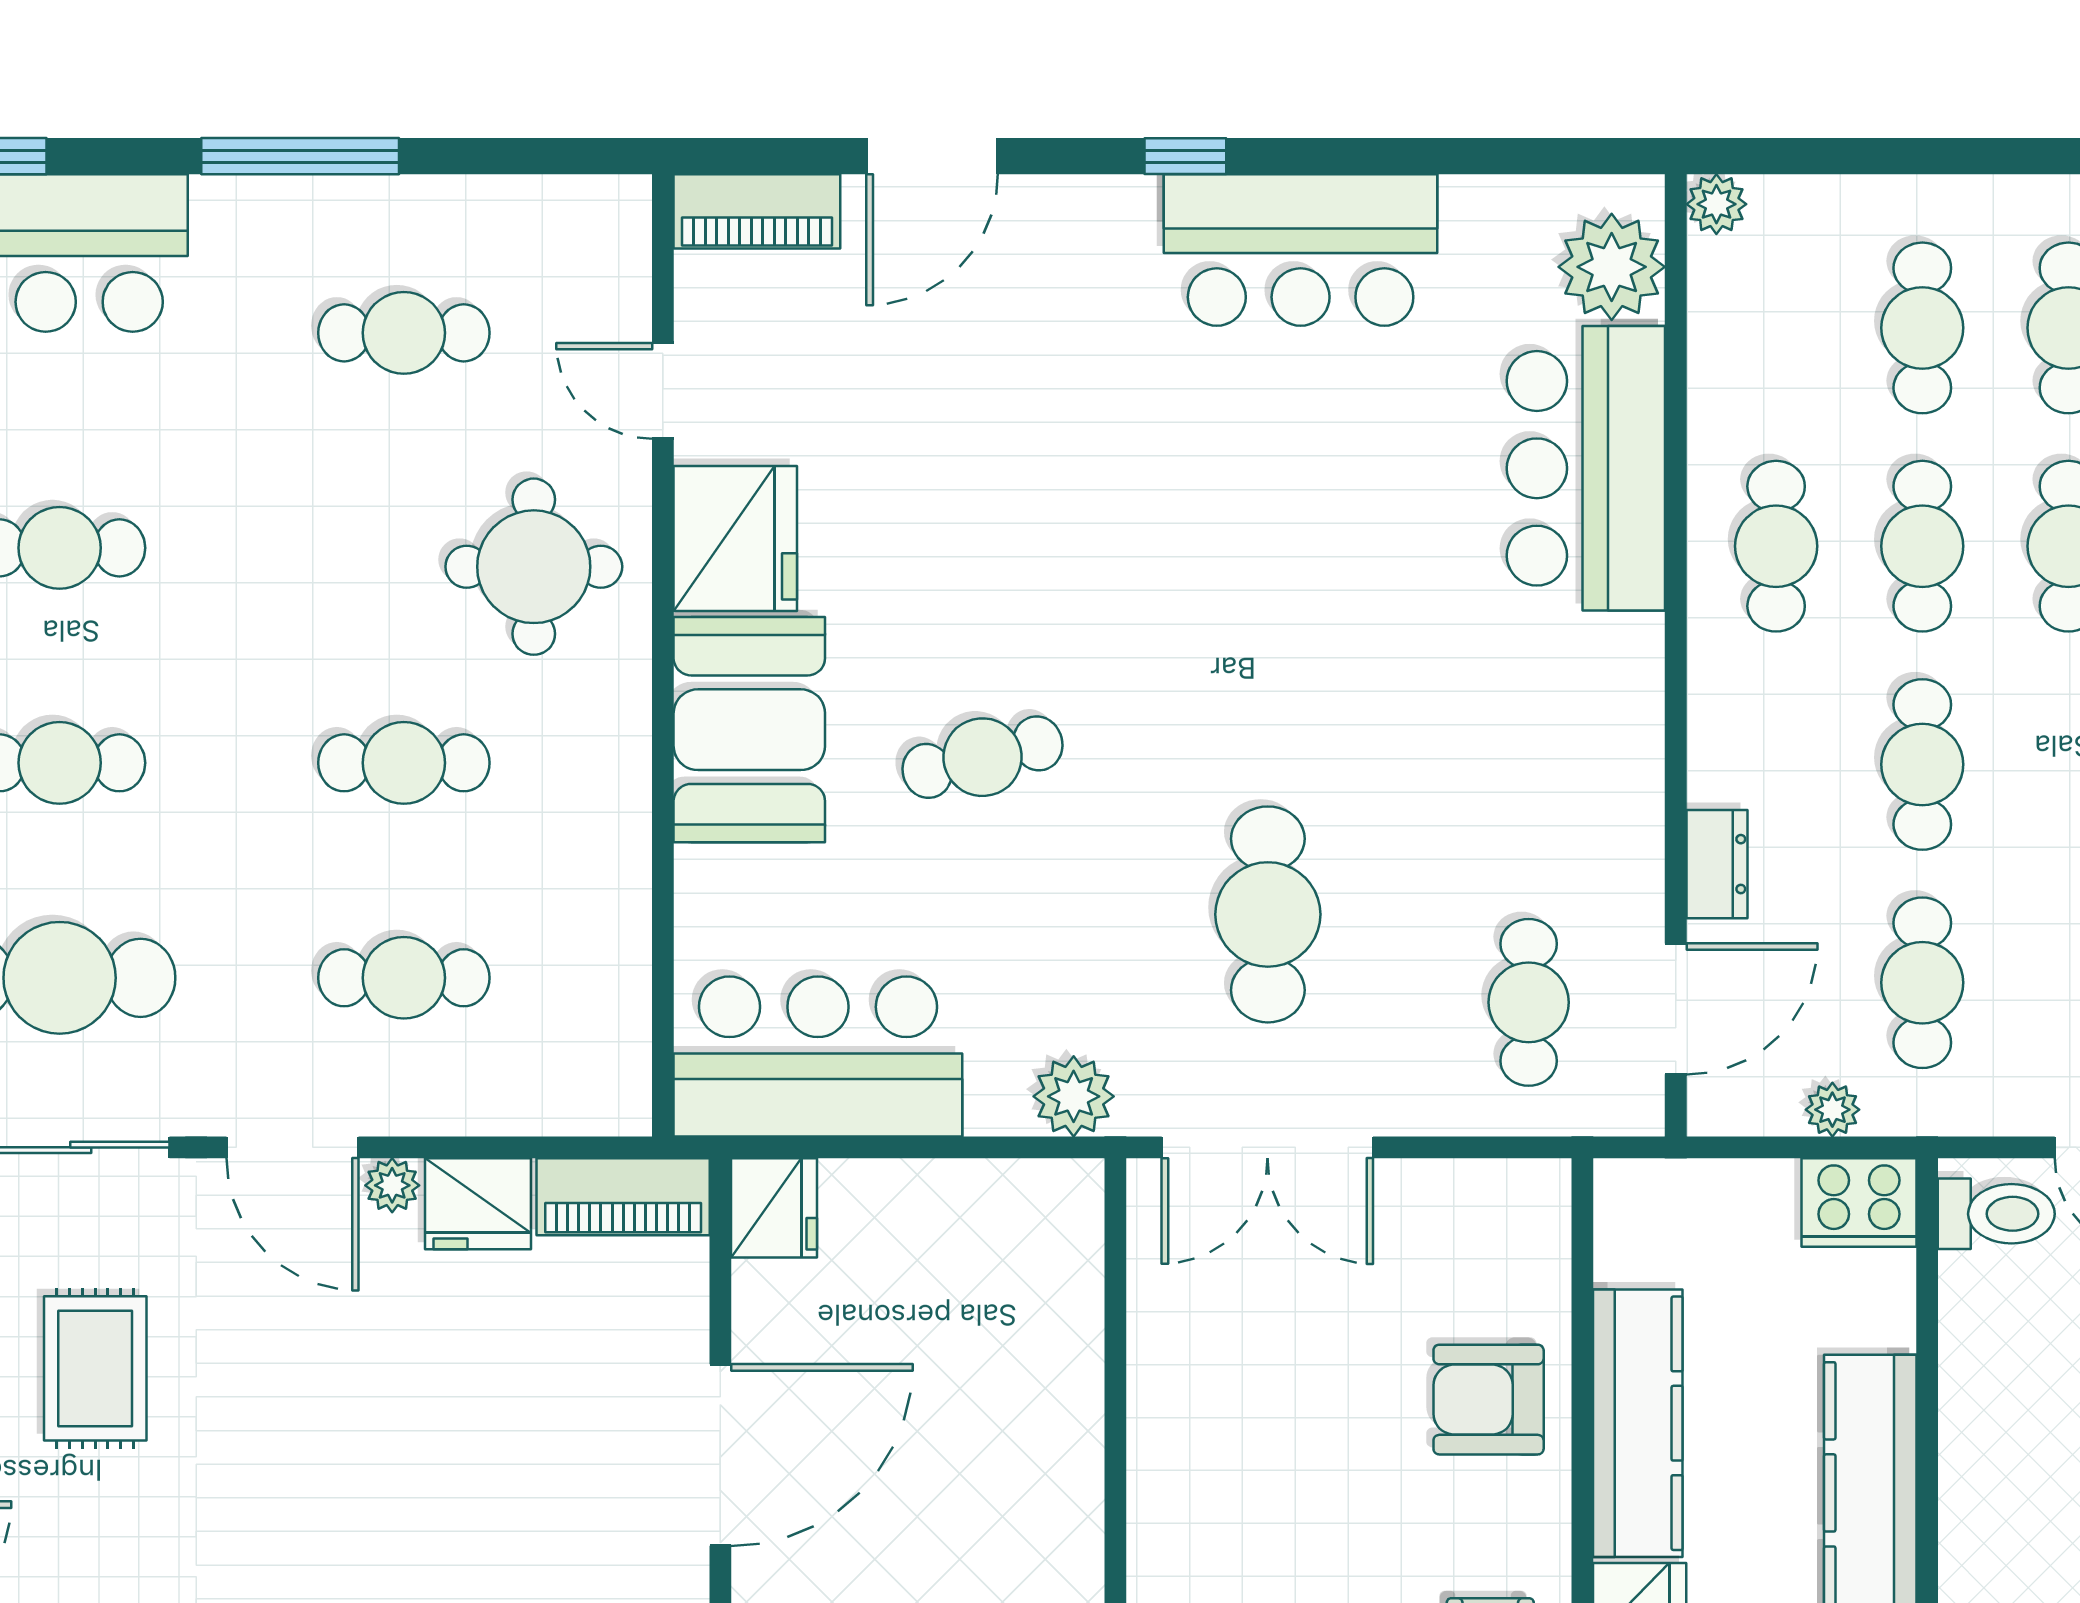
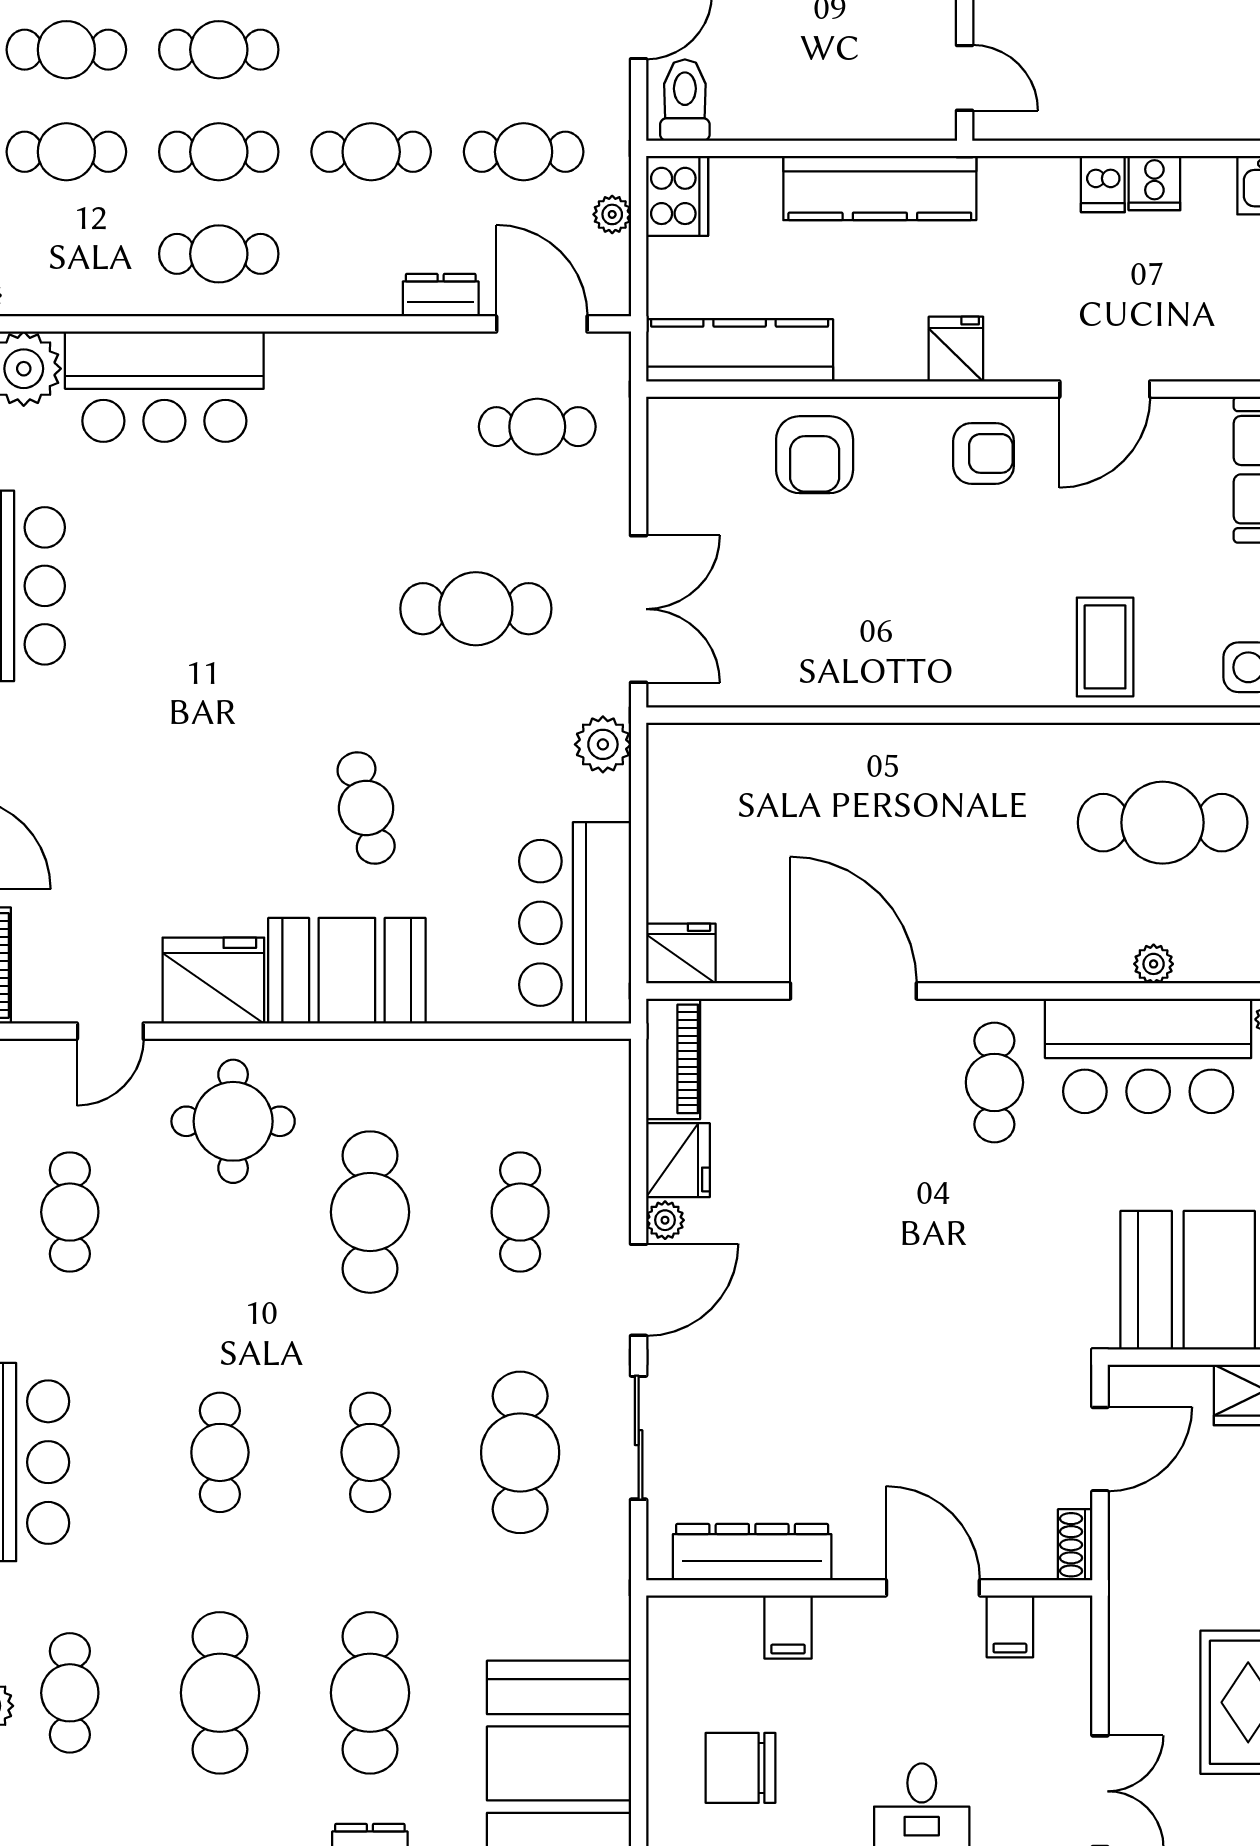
cafe table: (404, 763) -> (370, 1212), width x1.37, depth x1.35
rug: (95, 1368) -> (793, 1428), removed
kitchen counter: (1638, 1423) -> (740, 350), moved

